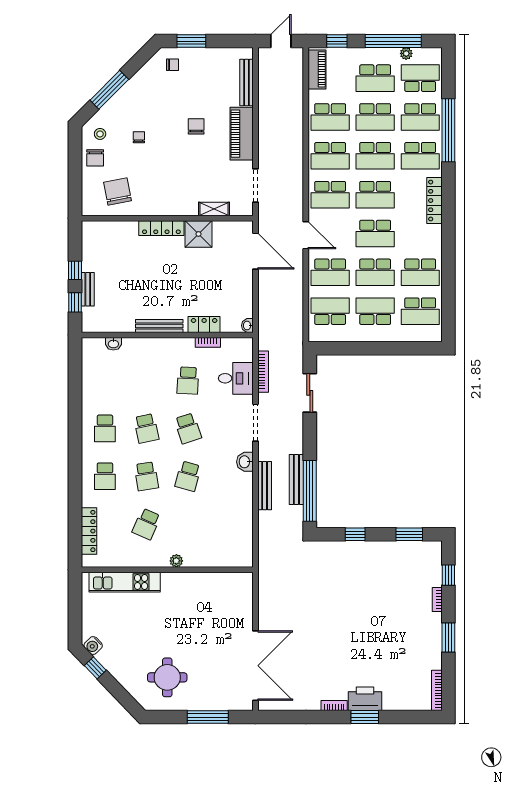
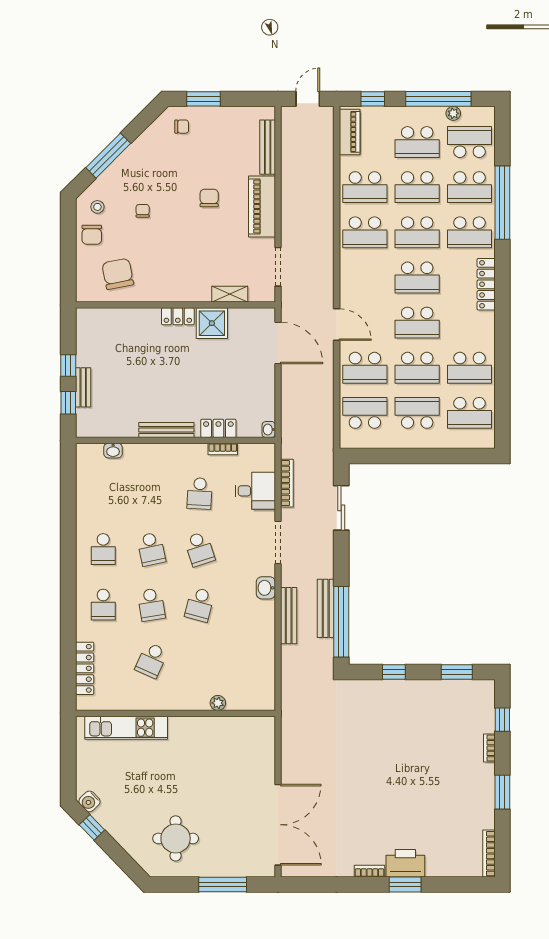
school desk: (330, 195) -> (365, 277), removed
locker: (161, 228) -> (178, 316), width x0.66
plant: (176, 561) -> (218, 703), moved

